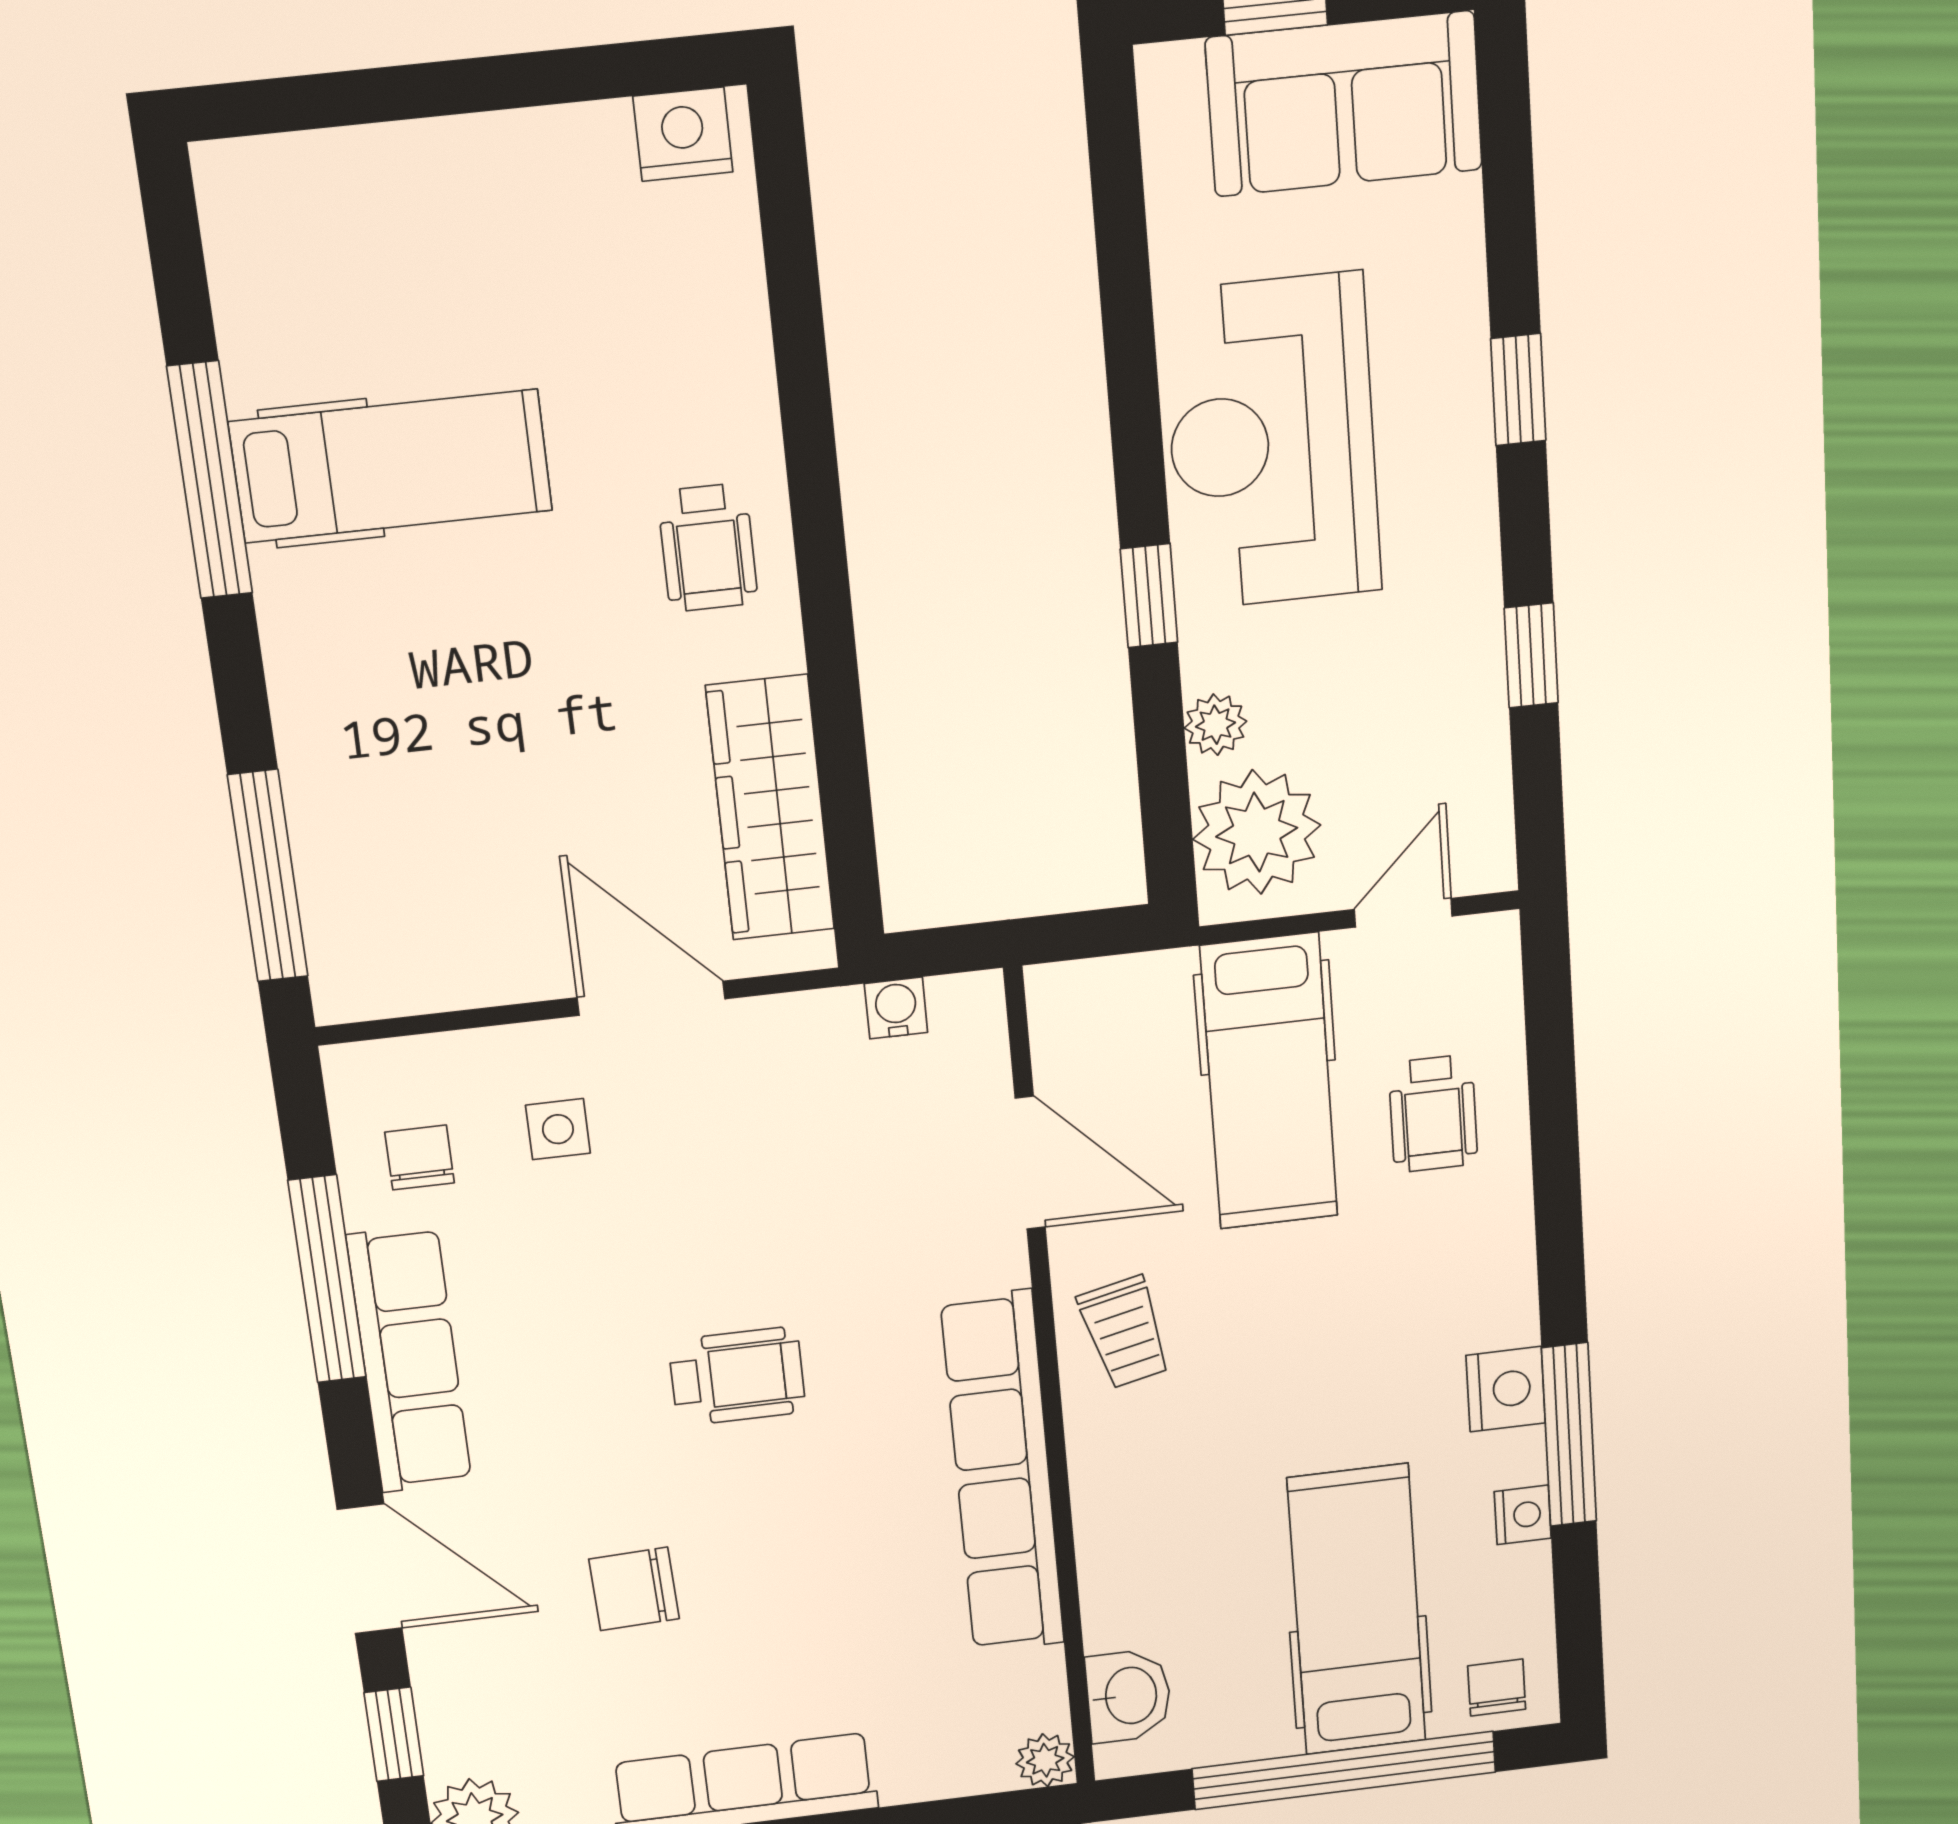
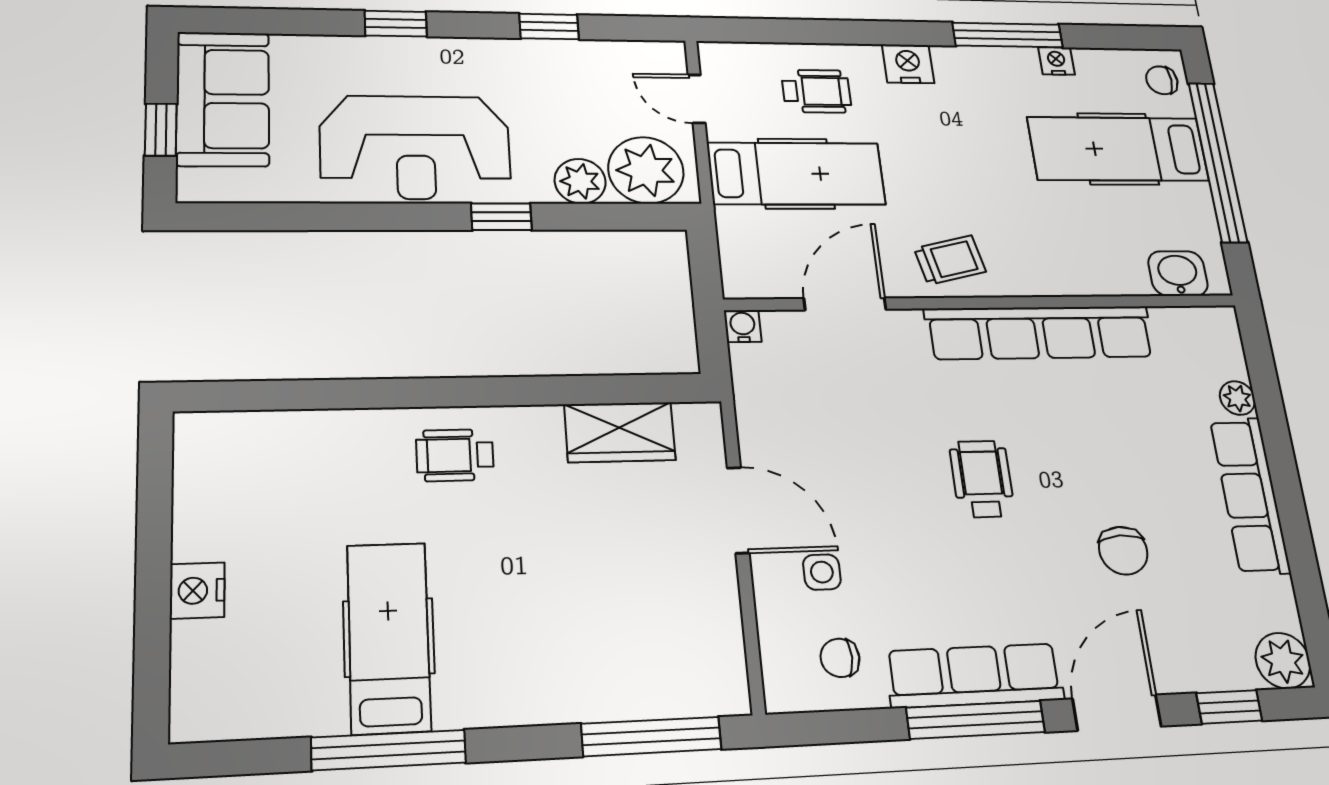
nightstand: (683, 134) -> (197, 591), moved
wheelchair: (708, 548) -> (455, 455), turned 180
plant: (1216, 725) -> (580, 181), width x1.38, depth x1.38
wardrobe: (770, 808) -> (620, 432), width x0.67
door: (651, 998) -> (738, 510), swing flipped
water cooler: (896, 1008) -> (743, 326), moved, turned 90
window: (327, 1279) -> (976, 720), moved
nightstand: (1506, 1389) -> (908, 64), moved
plant: (1045, 1760) -> (1237, 398), moved

